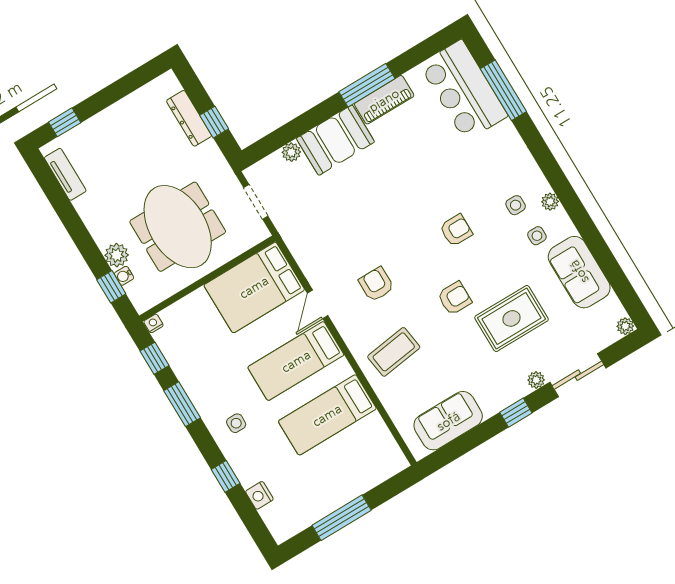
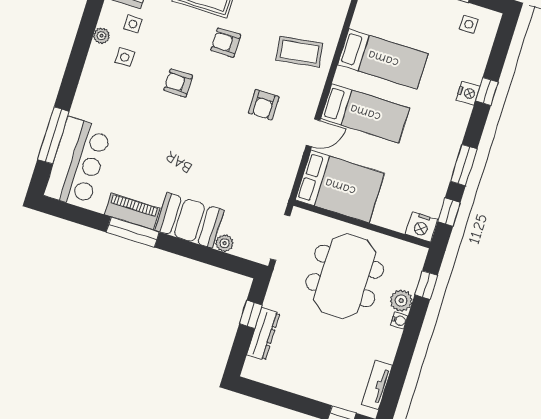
doorway: (256, 202) -> (280, 238), width x1.38
water cooler: (124, 276) -> (399, 321), moved
nightstand: (153, 323) -> (421, 227), width x1.89, depth x1.79
side table: (236, 423) -> (469, 24), moved
nightstand: (259, 495) -> (468, 93), moved

